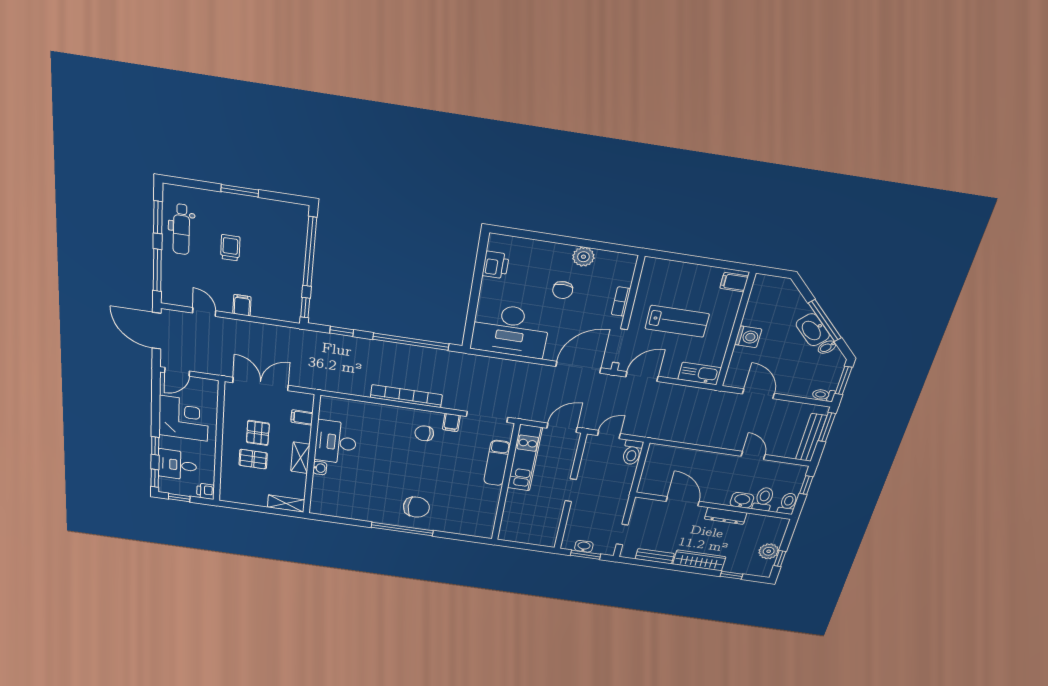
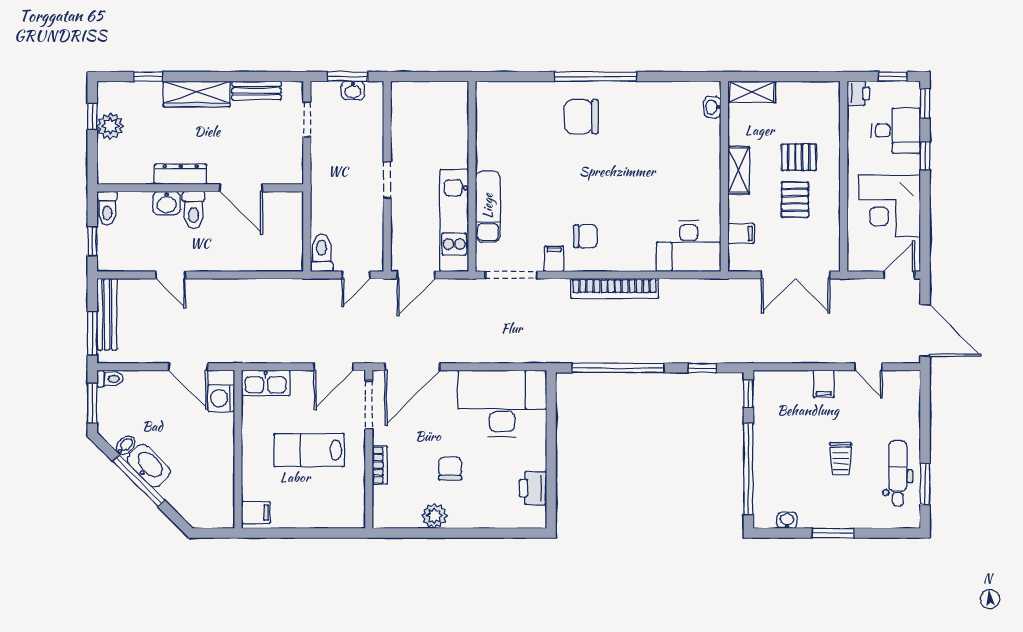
washbasin: (279, 207) -> (787, 520), added
window: (157, 270) -> (925, 414), removed
washing machine: (748, 337) -> (221, 398), moved
desk: (336, 442) -> (689, 246), moved, turned 90
washbasin: (320, 468) -> (712, 107), moved
toilet: (764, 499) -> (194, 210), moved

